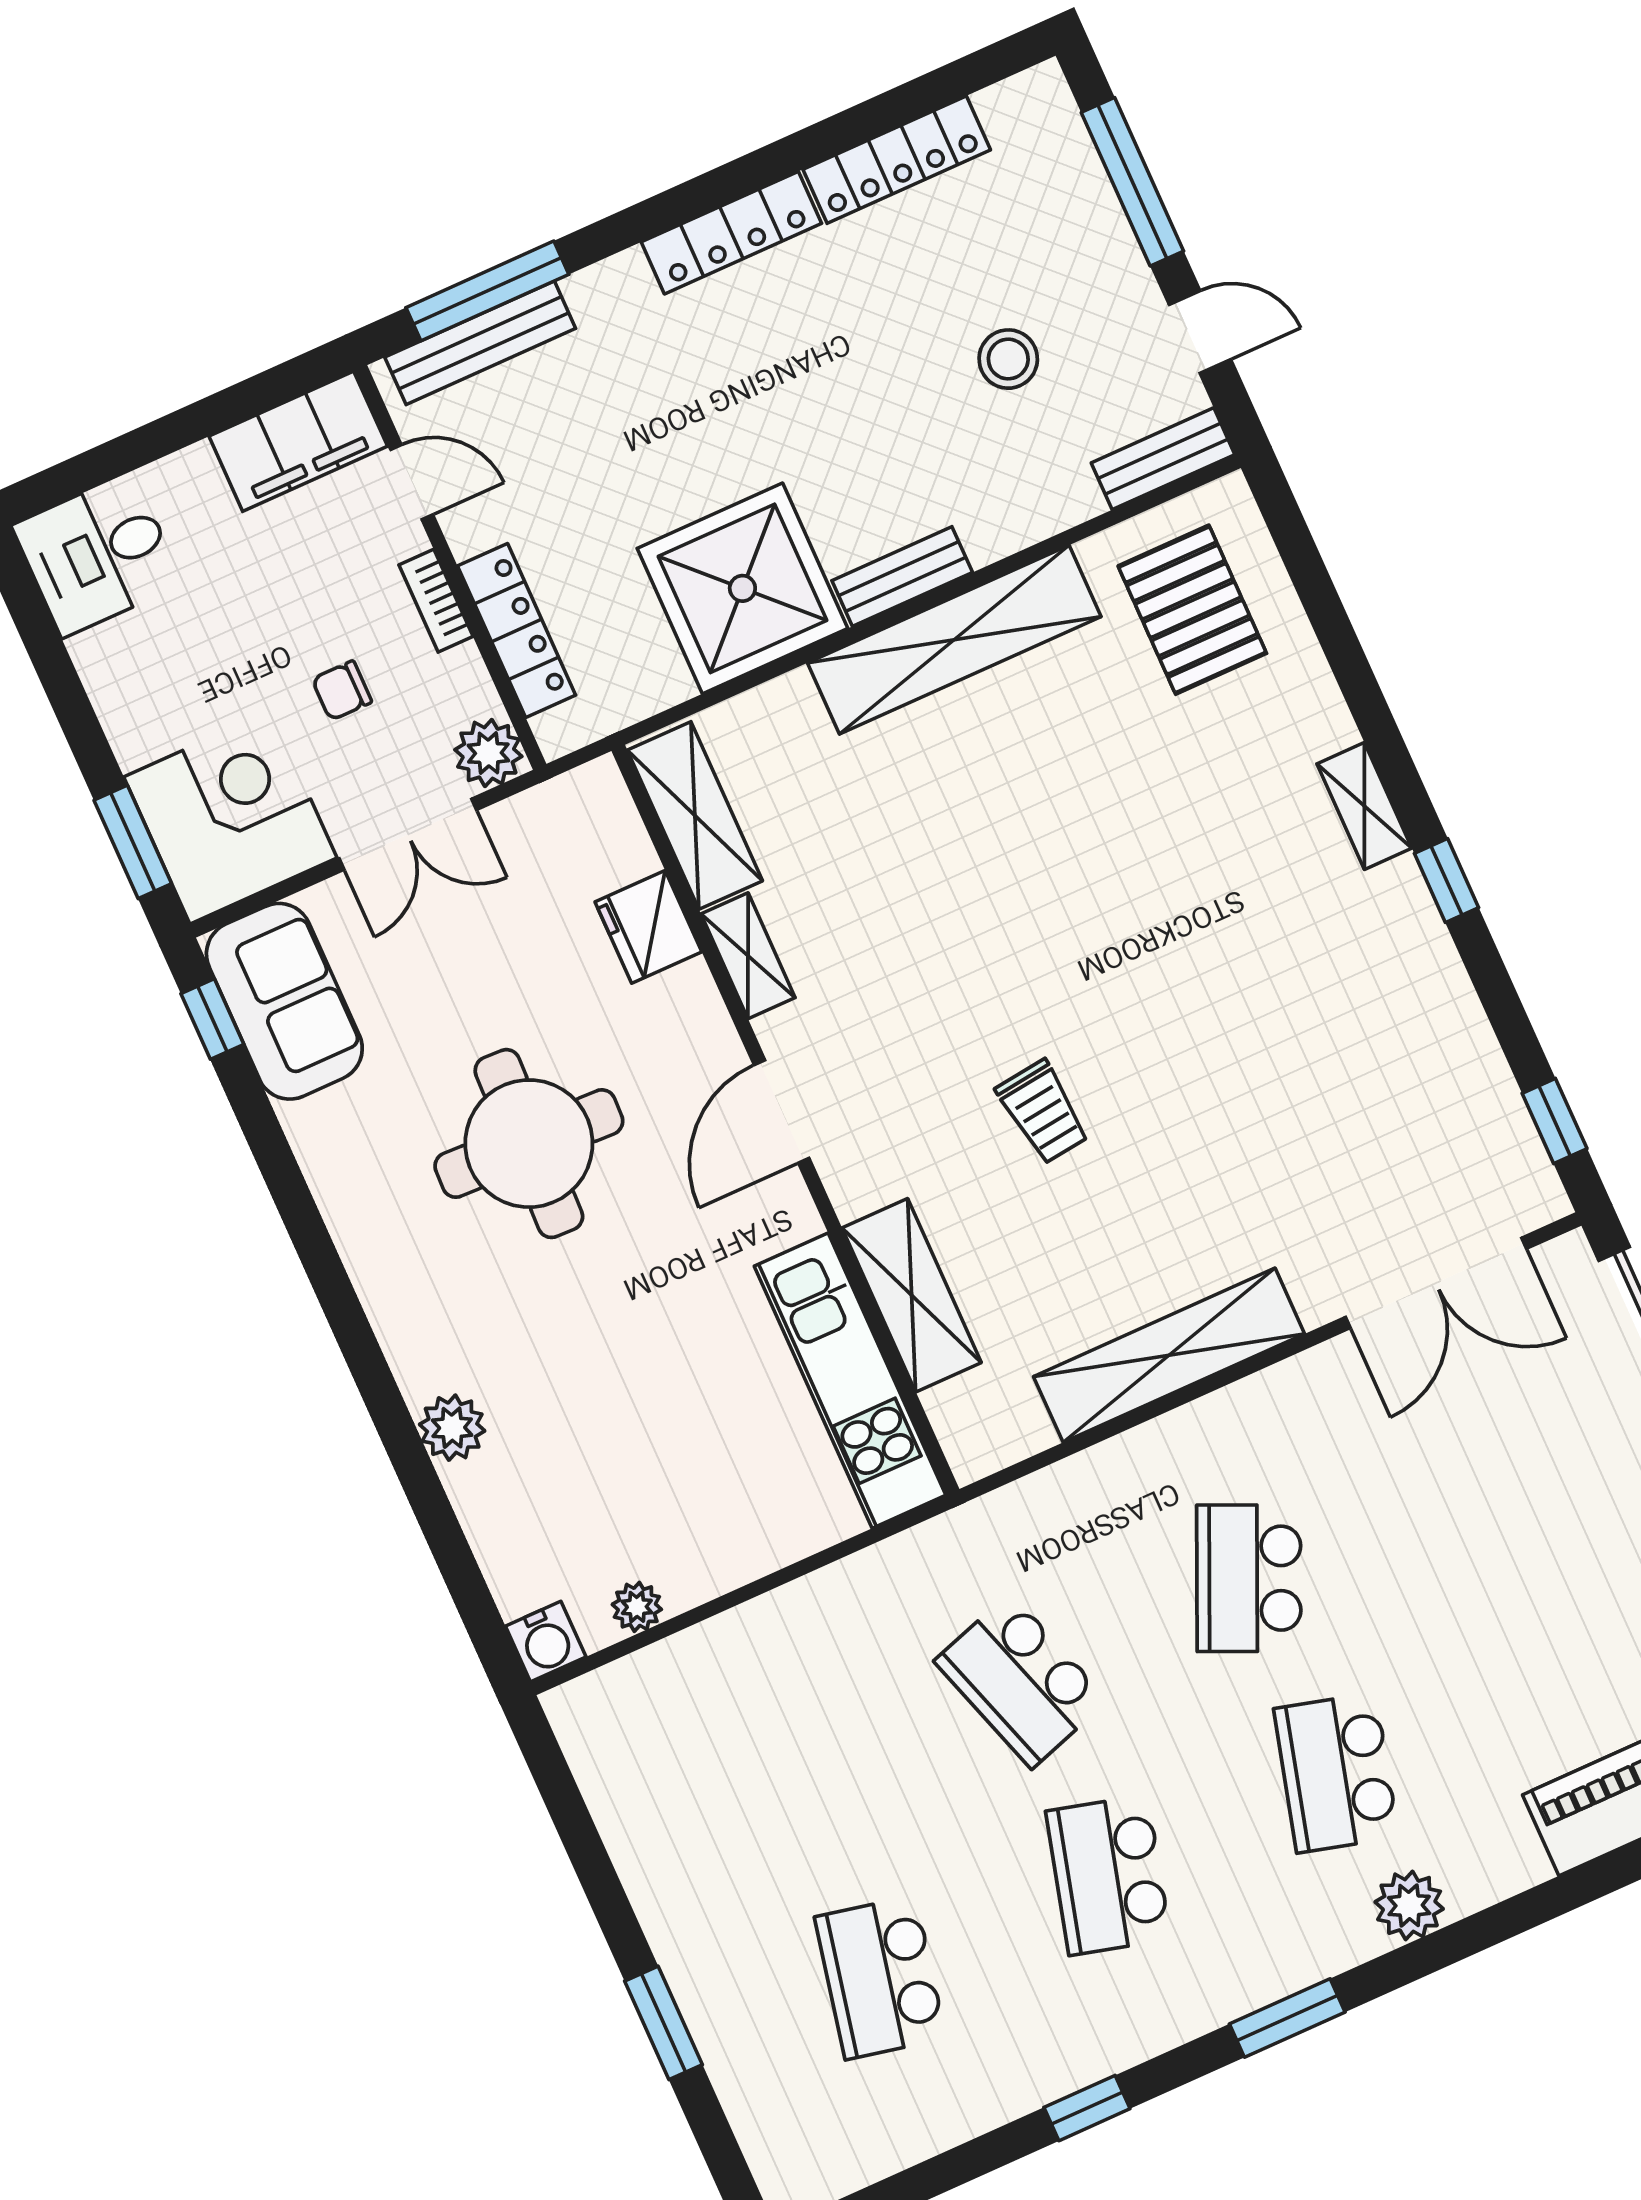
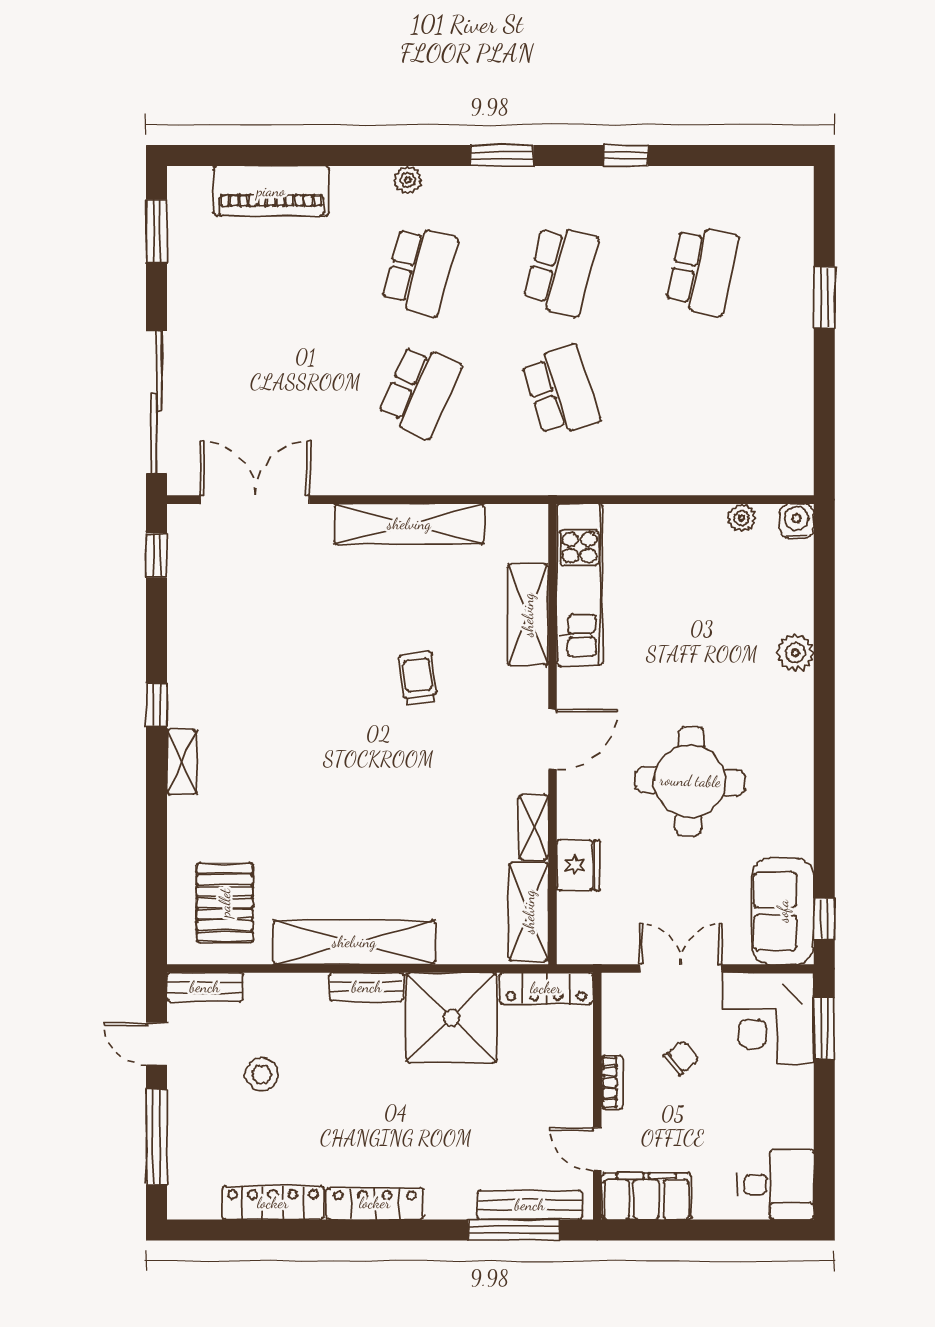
locker: (517, 631) -> (546, 988), moved, turned -90
chair: (342, 691) -> (681, 1058), turned -38
plant: (488, 753) -> (620, 992), removed
plant: (1409, 1905) -> (408, 180), width x0.73, depth x0.73

